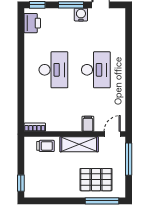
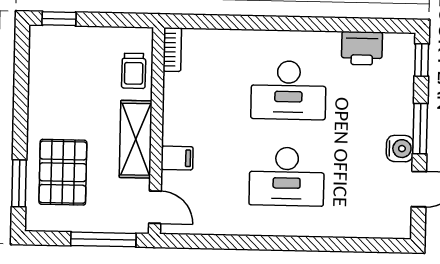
printer: (32, 23) -> (362, 48), moved
window: (102, 201) -> (19, 183), width x0.69

